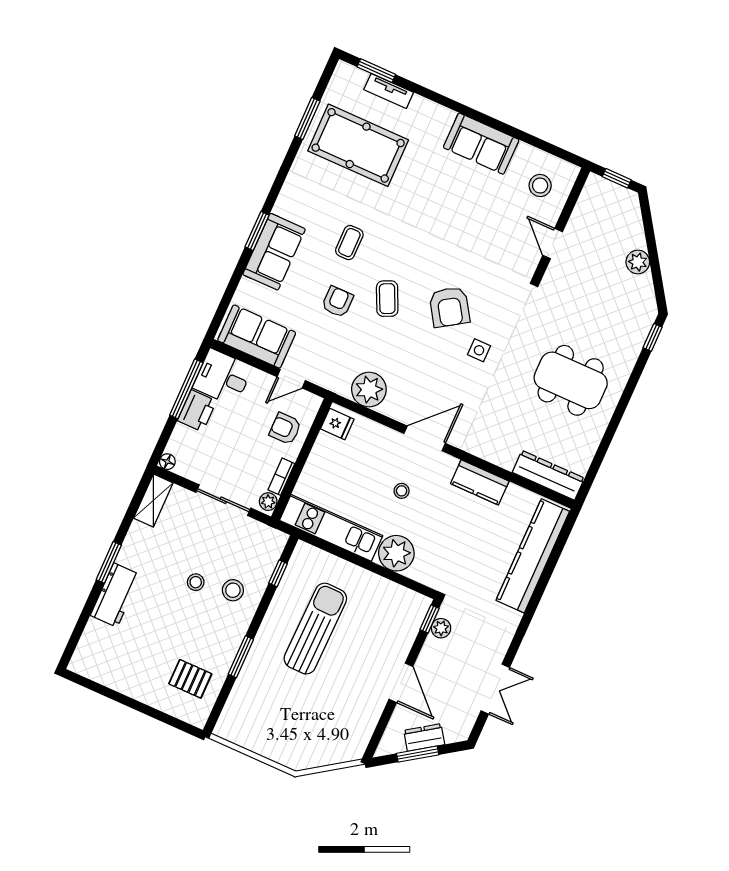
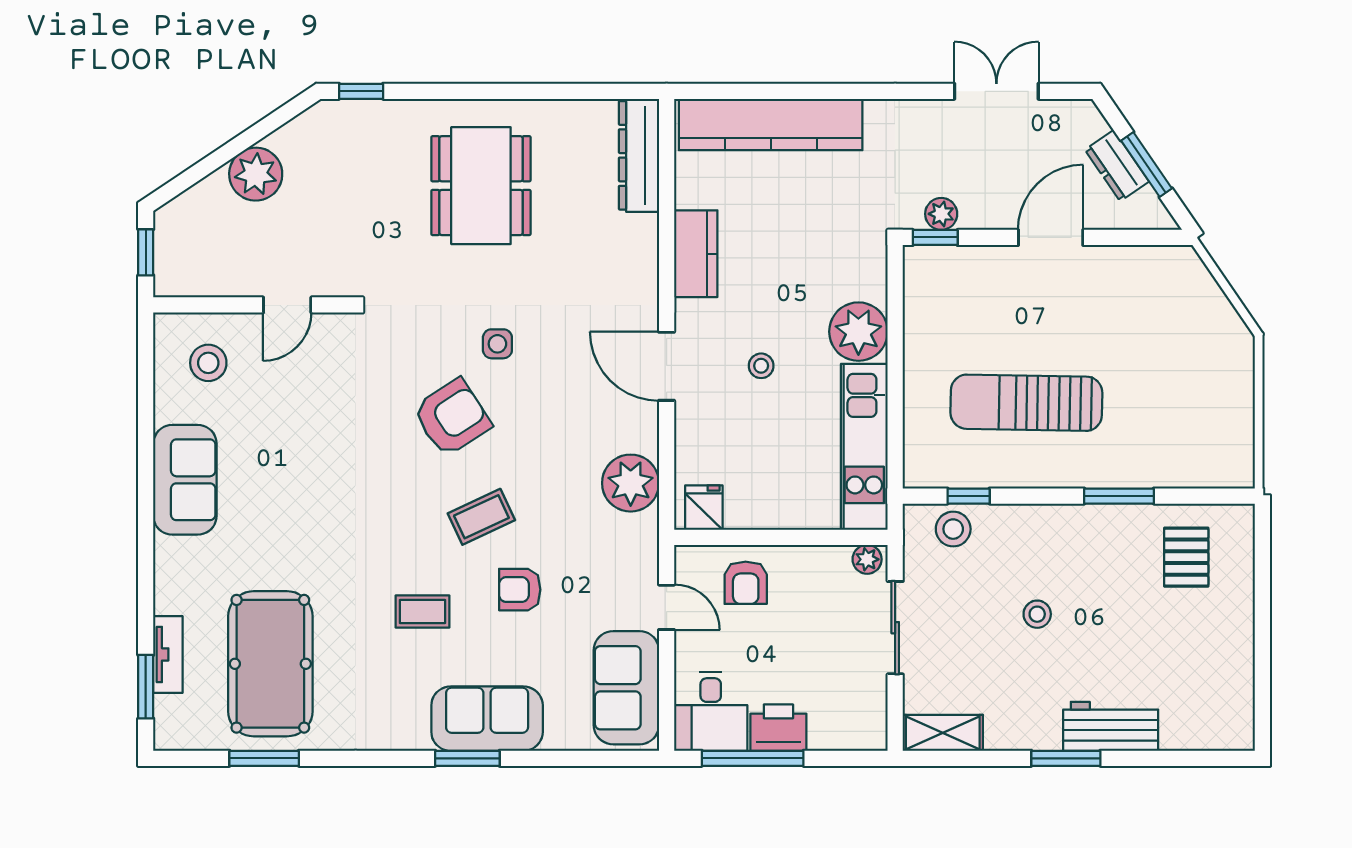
plant: (638, 262) -> (256, 174), width x1.36, depth x1.36
floor lamp: (167, 462) -> (875, 738), removed
bookcase: (281, 477) -> (821, 556), removed
stool: (233, 590) -> (953, 529), moved

